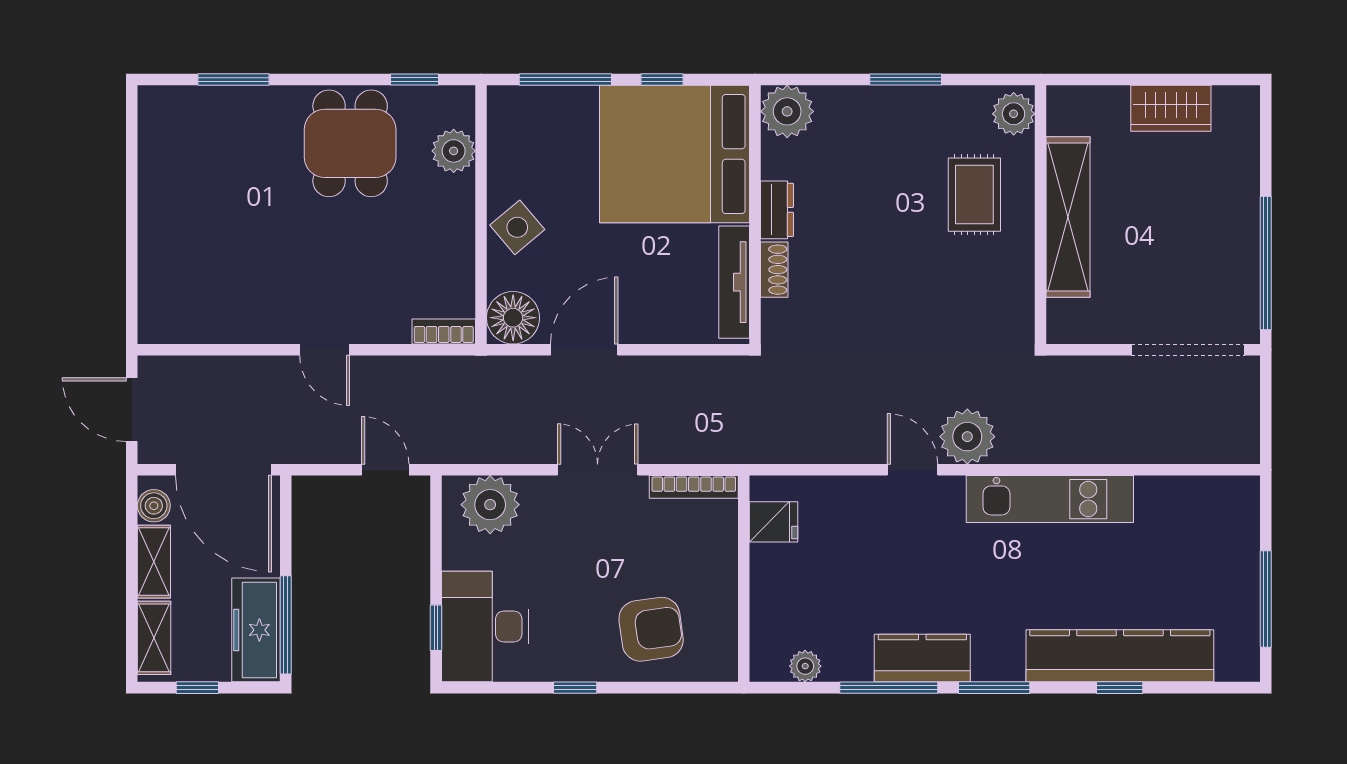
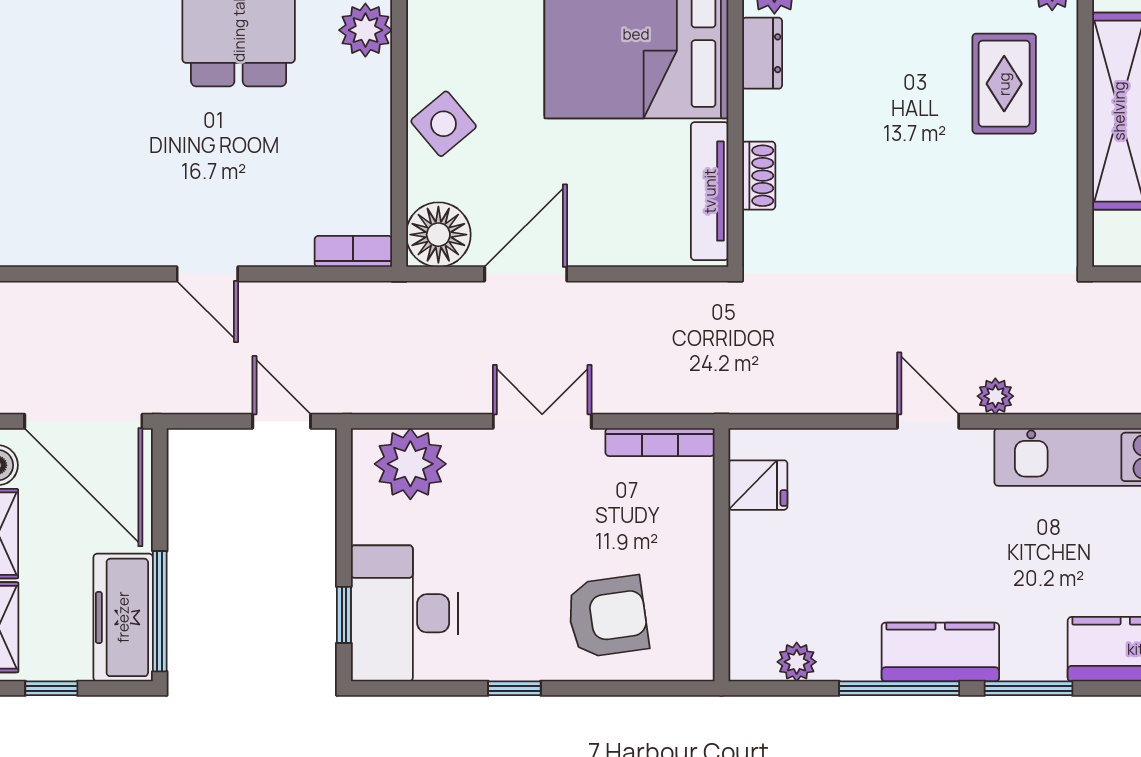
dresser: (777, 210) -> (762, 53), moved
plant: (967, 437) -> (995, 396), width x0.53, depth x0.53

